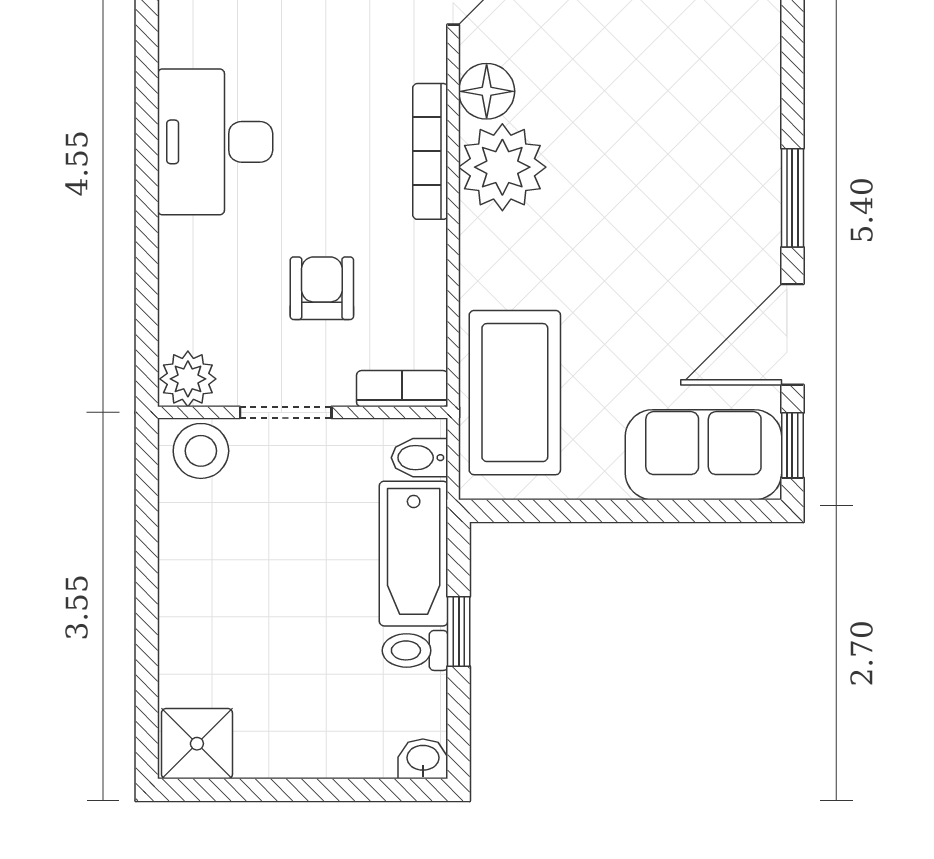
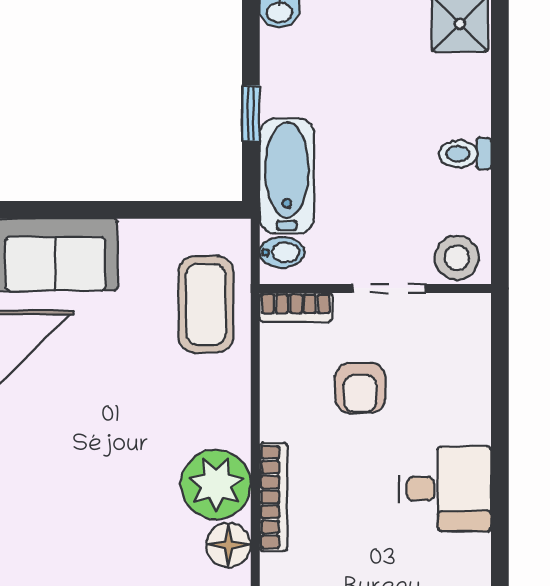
desk: (215, 142) -> (445, 489), width x0.73
plant: (188, 379) -> (467, 315), removed
coffee table: (515, 393) -> (206, 304), width x0.73, depth x0.76
toilet: (415, 650) -> (465, 154), moved, turned 180

